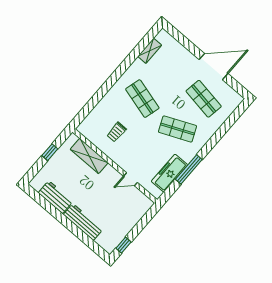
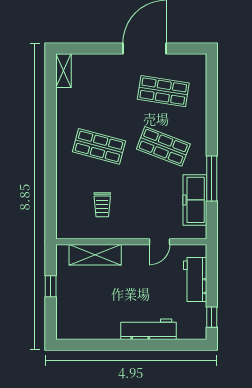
shelving: (150, 51) -> (63, 71), moved
shop shelf: (178, 129) -> (163, 146), turned 45
workbench: (56, 197) -> (195, 279), moved, turned -90

